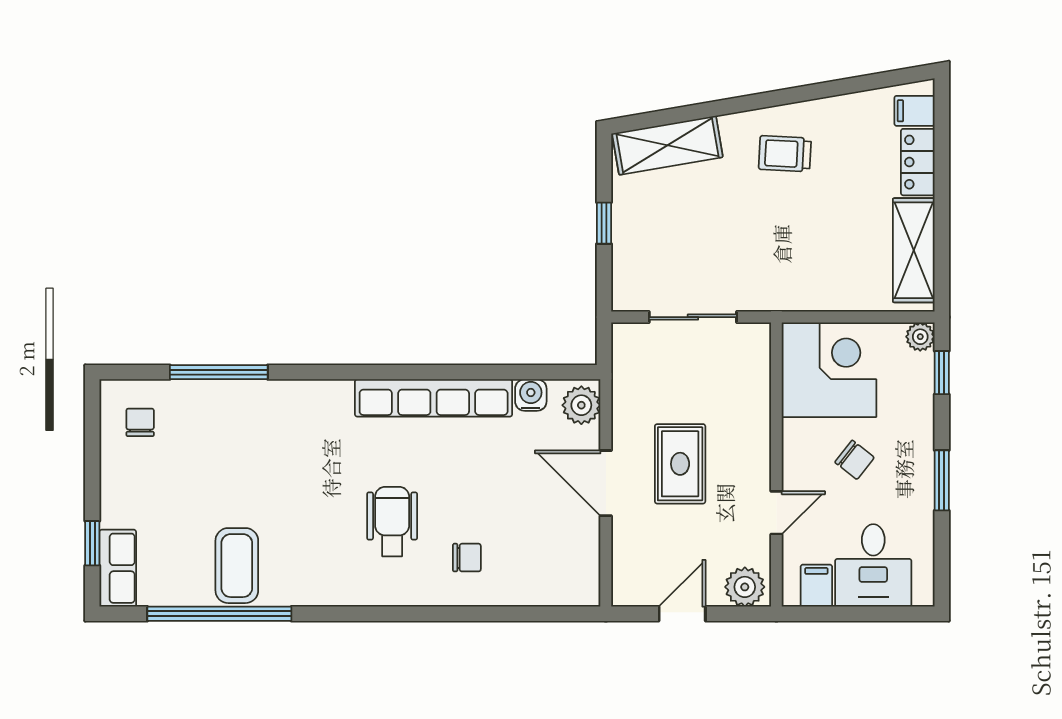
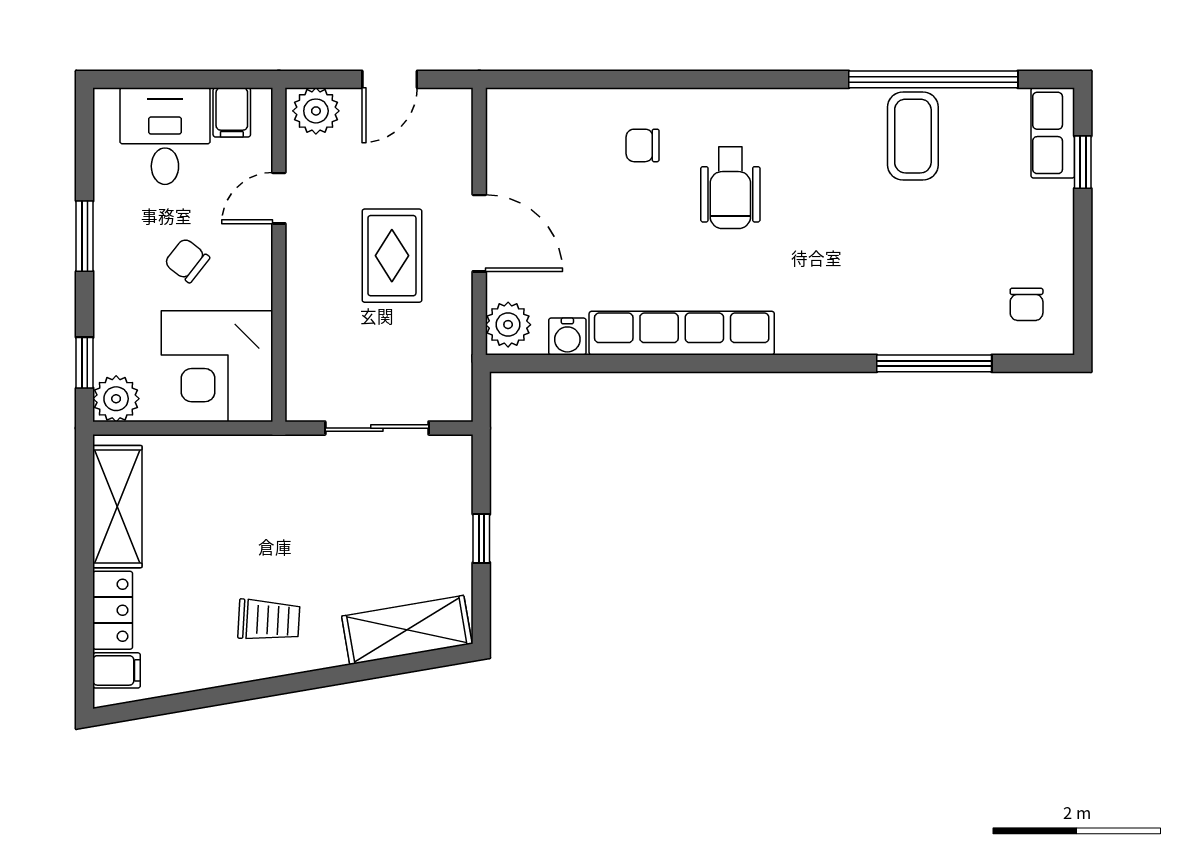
plant: (920, 337) -> (116, 399), width x1.38, depth x1.38

